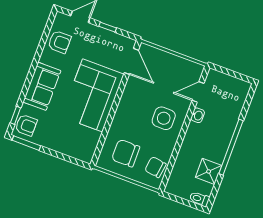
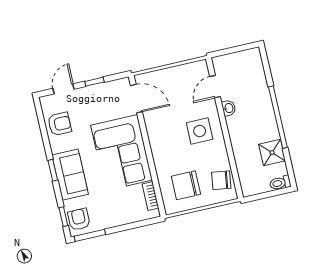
window: (31, 74) -> (53, 170), added
armchair: (26, 125) -> (79, 219), turned -90
bookcase: (93, 143) -> (150, 196), added

